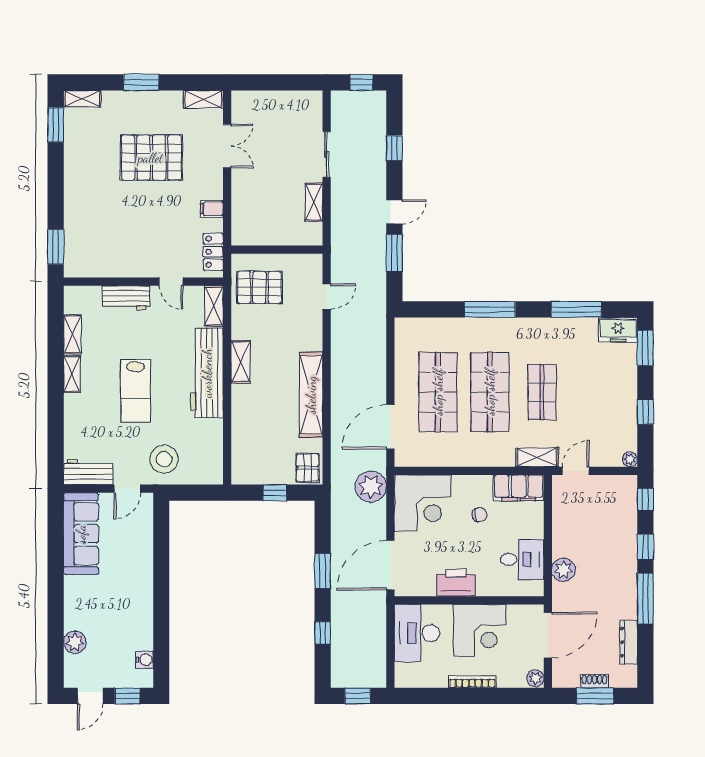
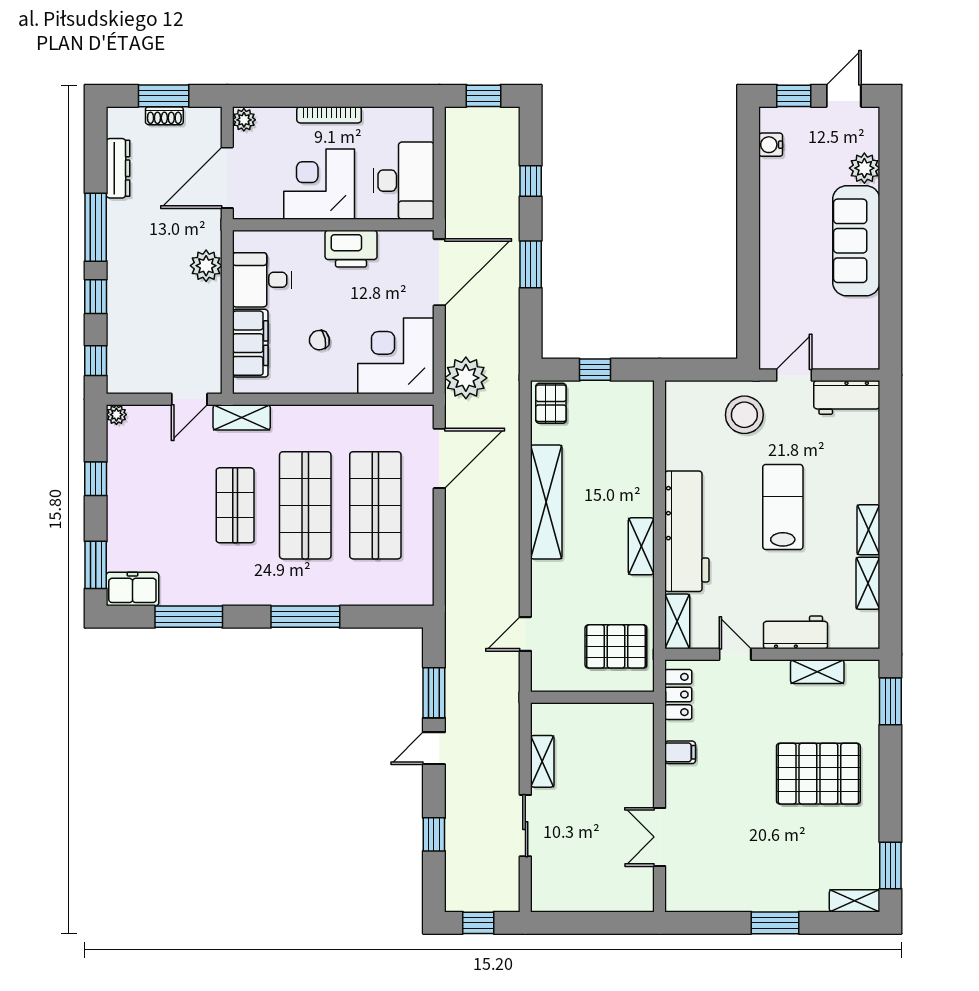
shelving: (203, 99) -> (817, 672), moved
pallet: (151, 158) -> (818, 774), moved
filing cabinet: (519, 488) -> (250, 343), moved, turned 90
sofa: (81, 534) -> (856, 241), moved

